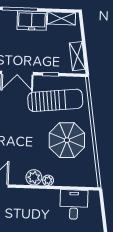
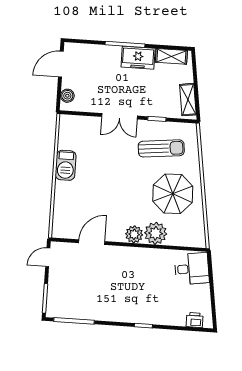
sun lounger: (55, 100) -> (161, 148), width x0.73, depth x0.75
plant: (48, 180) -> (156, 233), width x1.88, depth x1.88
desk: (74, 204) -> (192, 269), moved, turned 82

